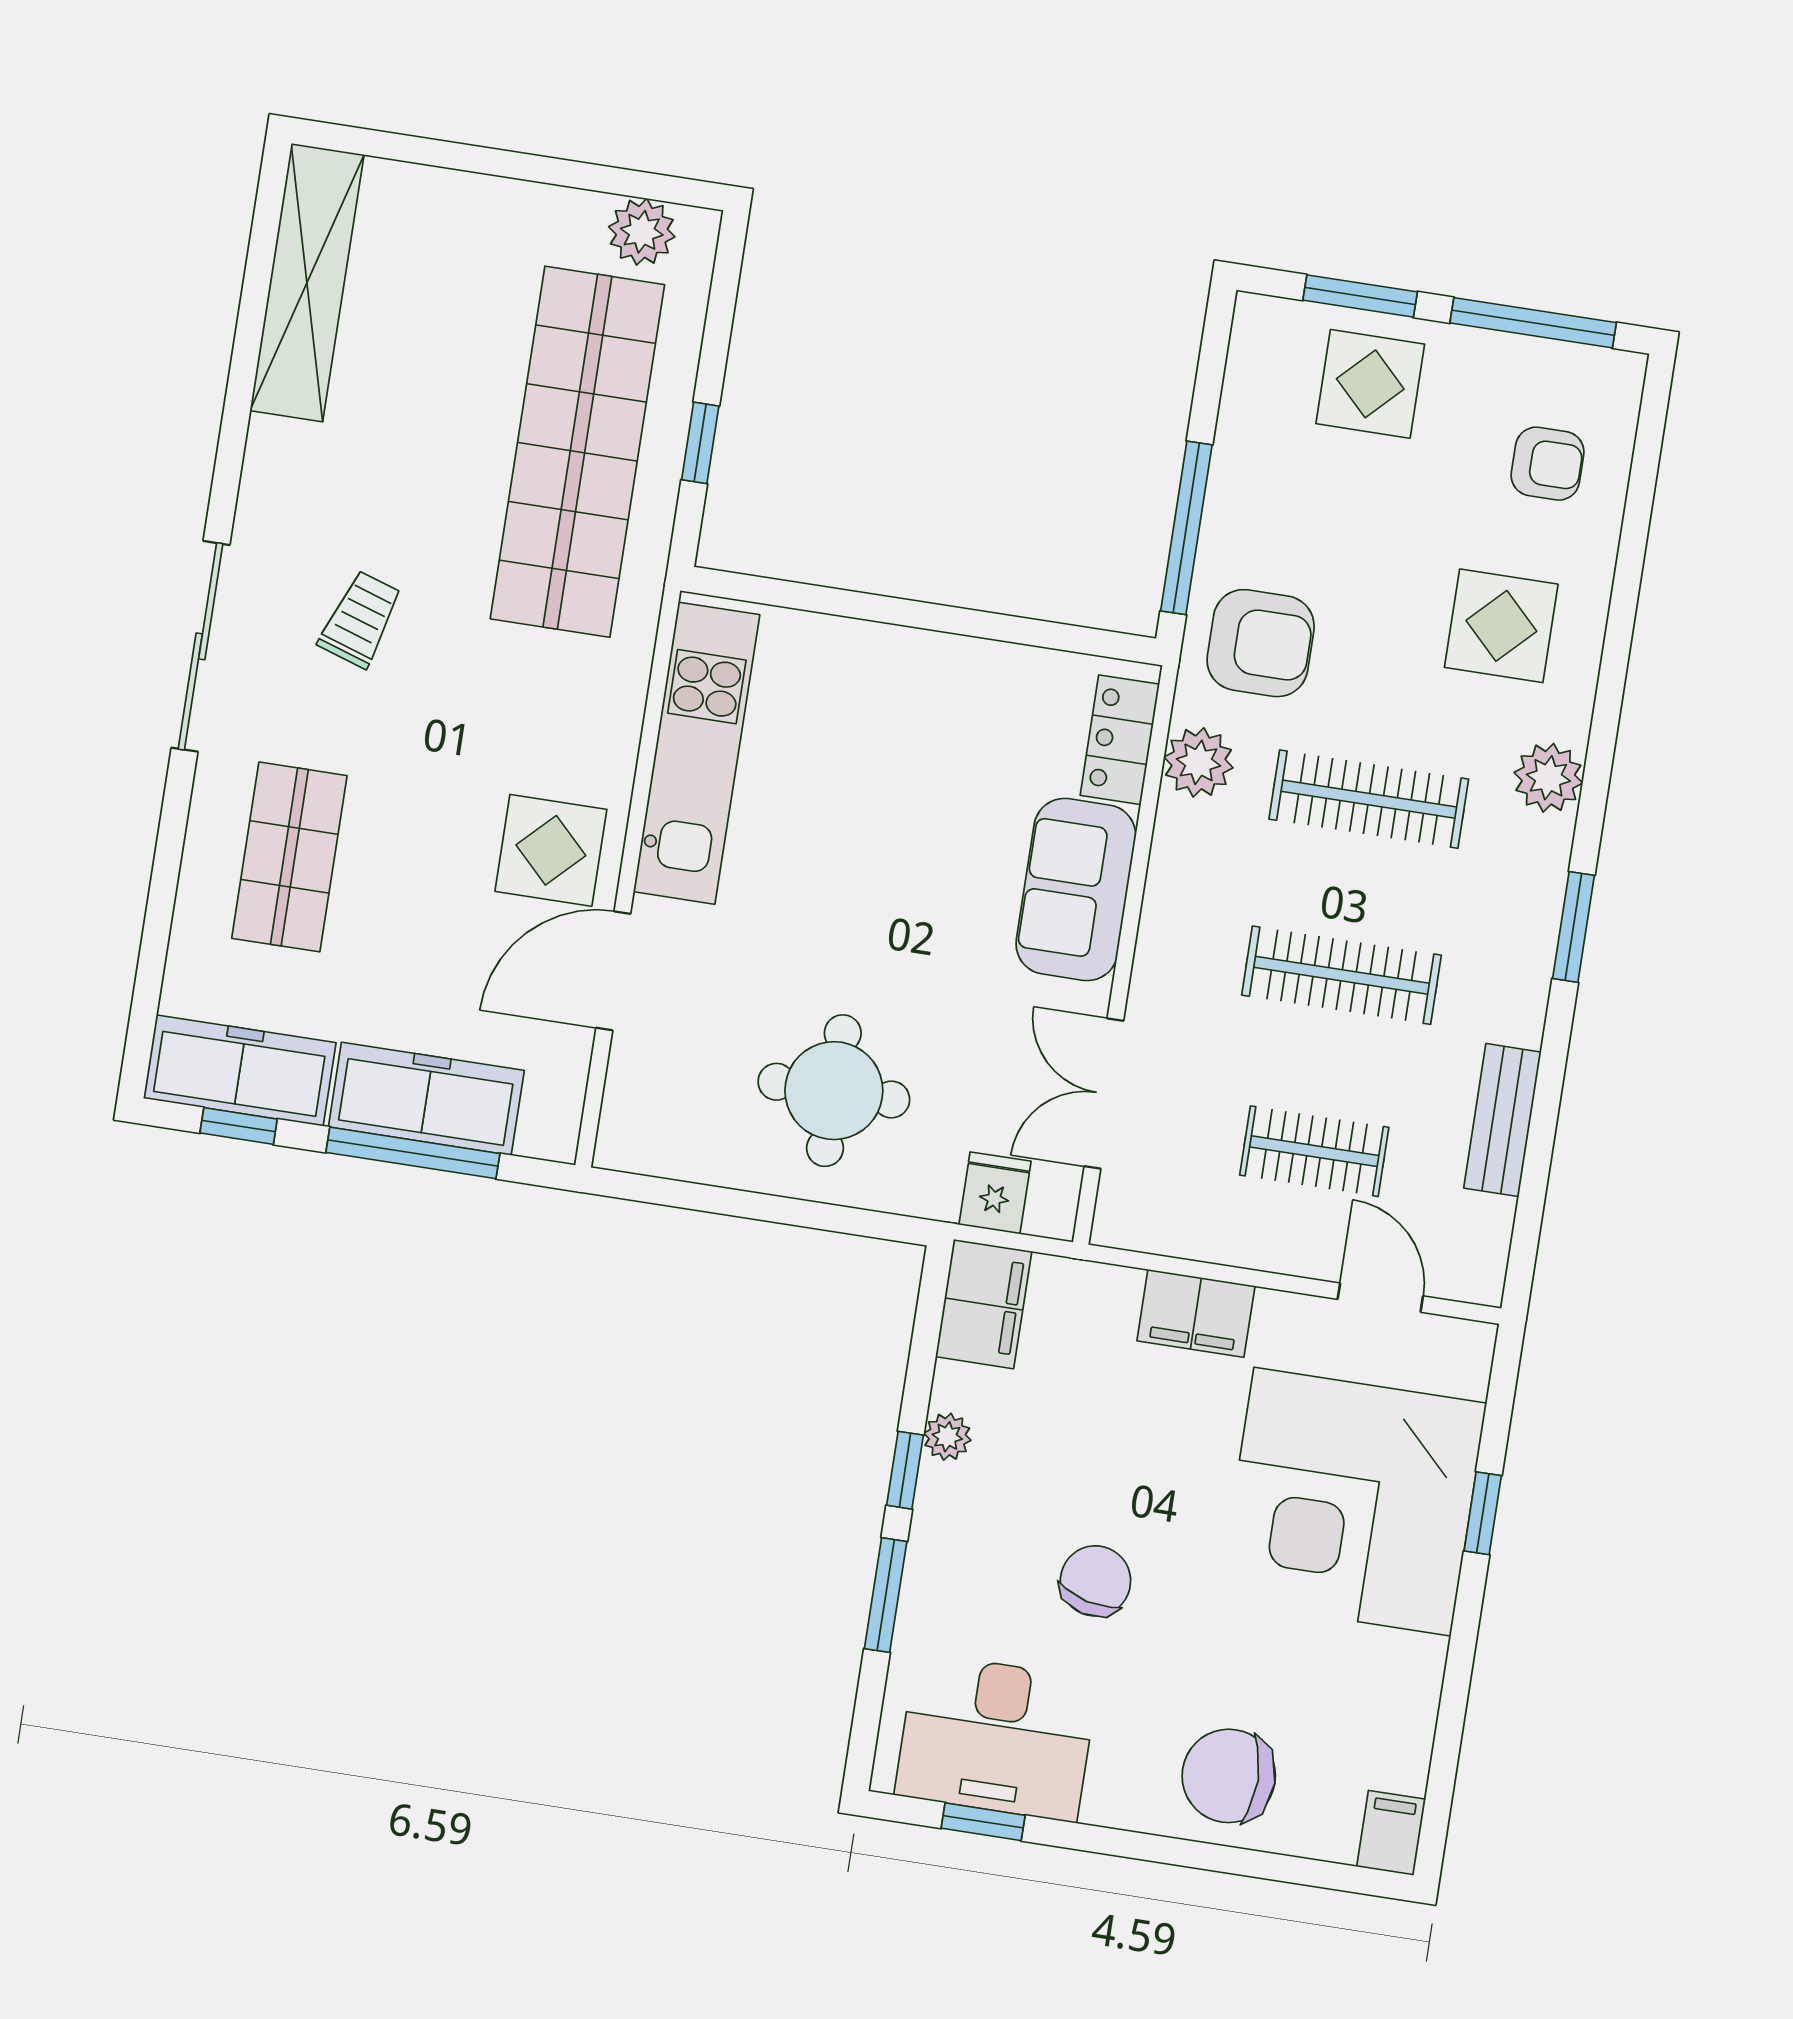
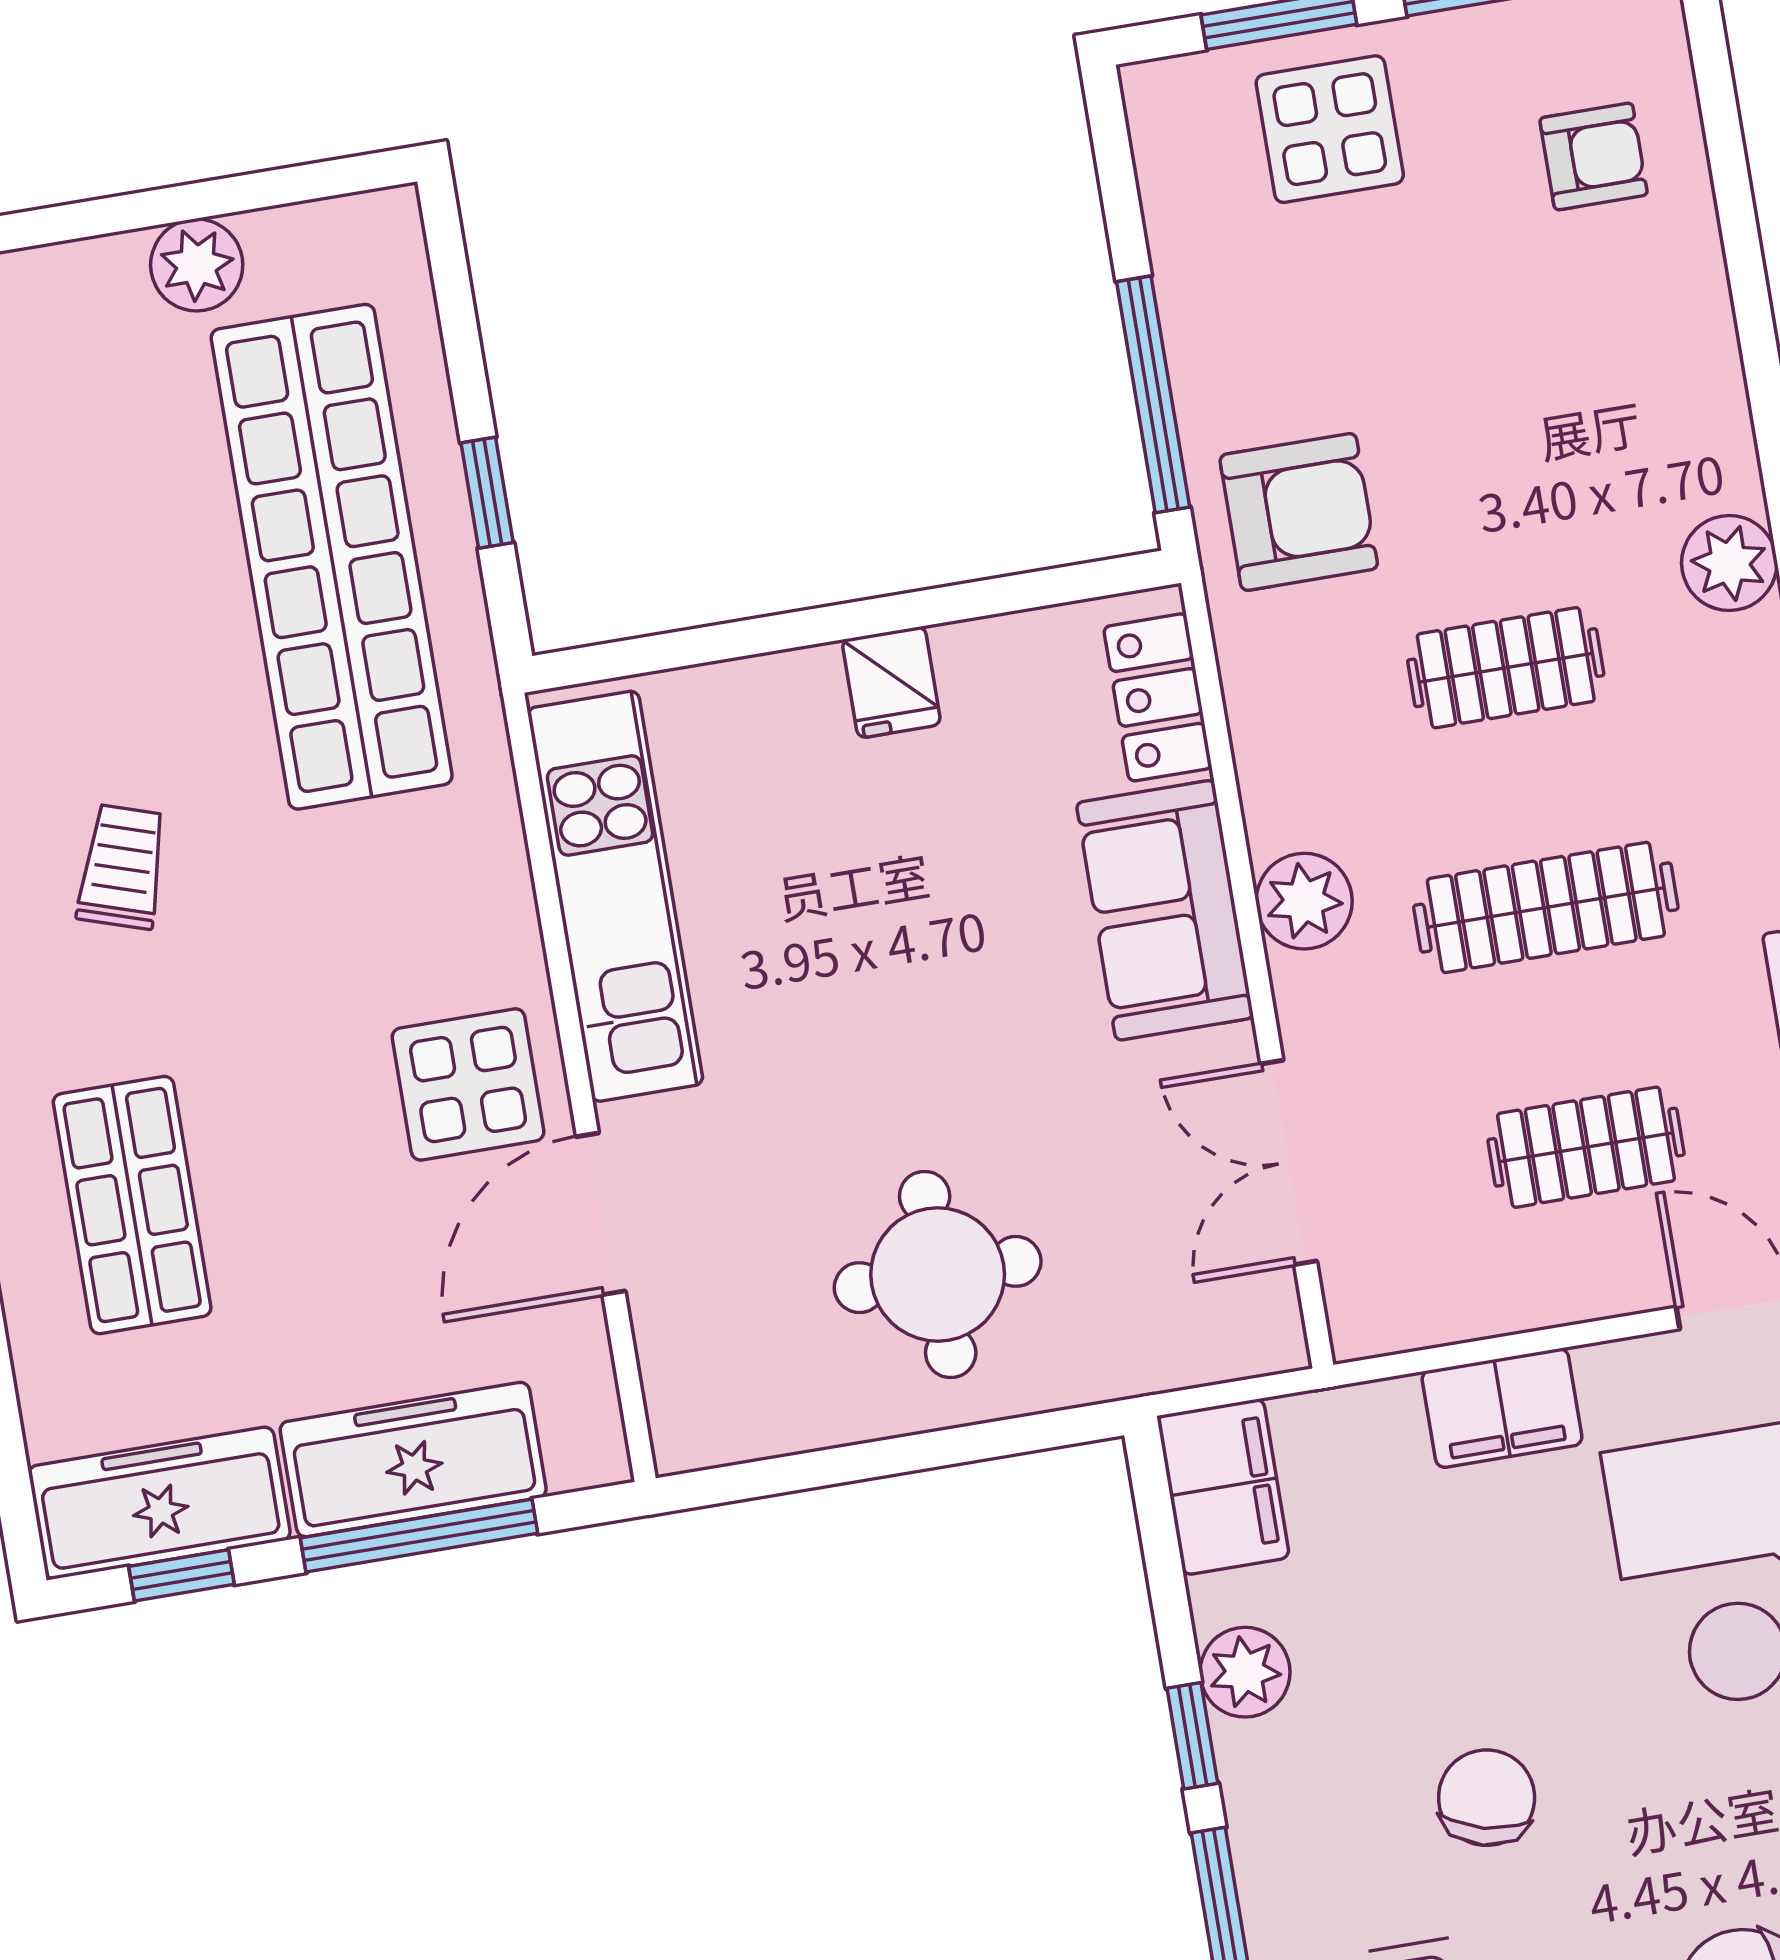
plant: (642, 232) -> (197, 265), moved
display table: (1501, 626) -> (1603, 386), removed
plant: (1198, 762) -> (1304, 901), moved
clothes rail: (1369, 799) -> (1506, 668), width x0.73
fridge: (995, 1193) -> (891, 682), moved, turned 180
plant: (947, 1437) -> (1245, 1672), width x1.38, depth x1.38

